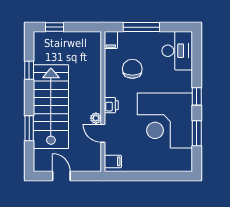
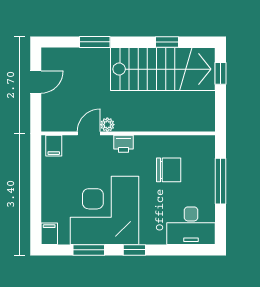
filing cabinet: (111, 40) -> (49, 234), moved, turned 90
stairs: (51, 107) -> (163, 69), moved

